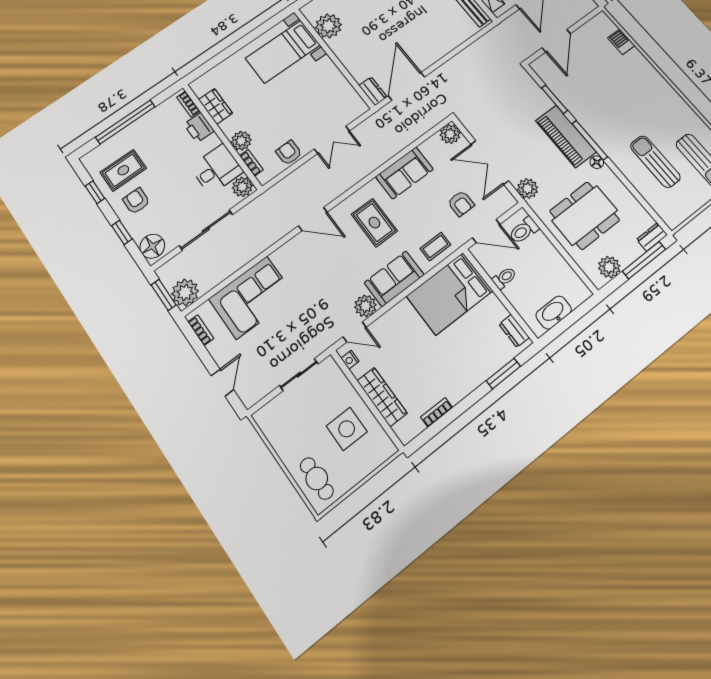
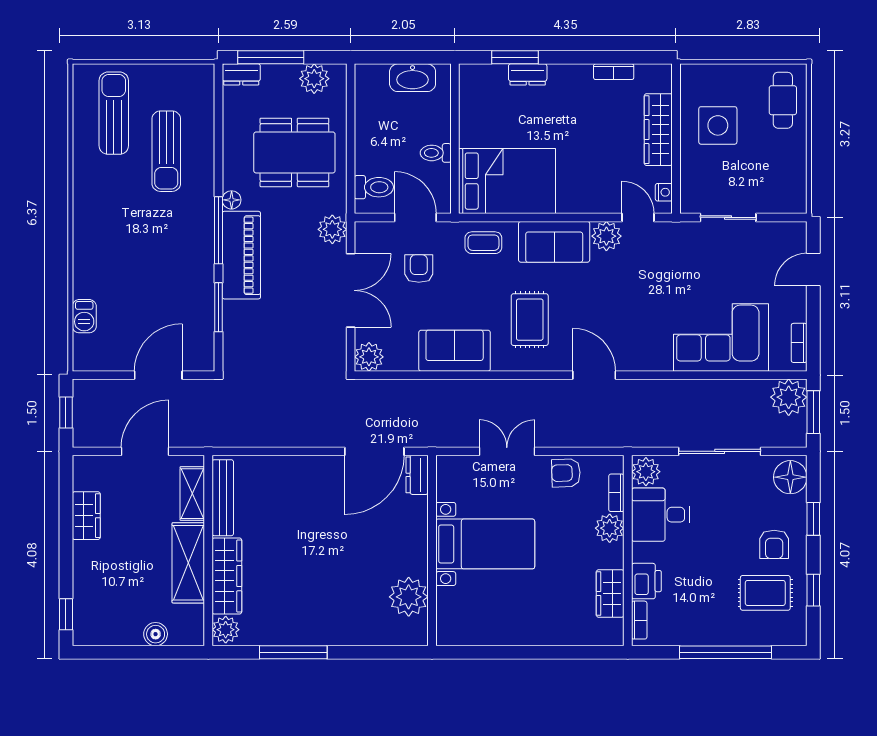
bed with nightstands: (283, 52) -> (485, 544), moved
armchair: (289, 153) -> (566, 473), turned 89
dresser: (514, 331) -> (528, 74), moved, turned 90

